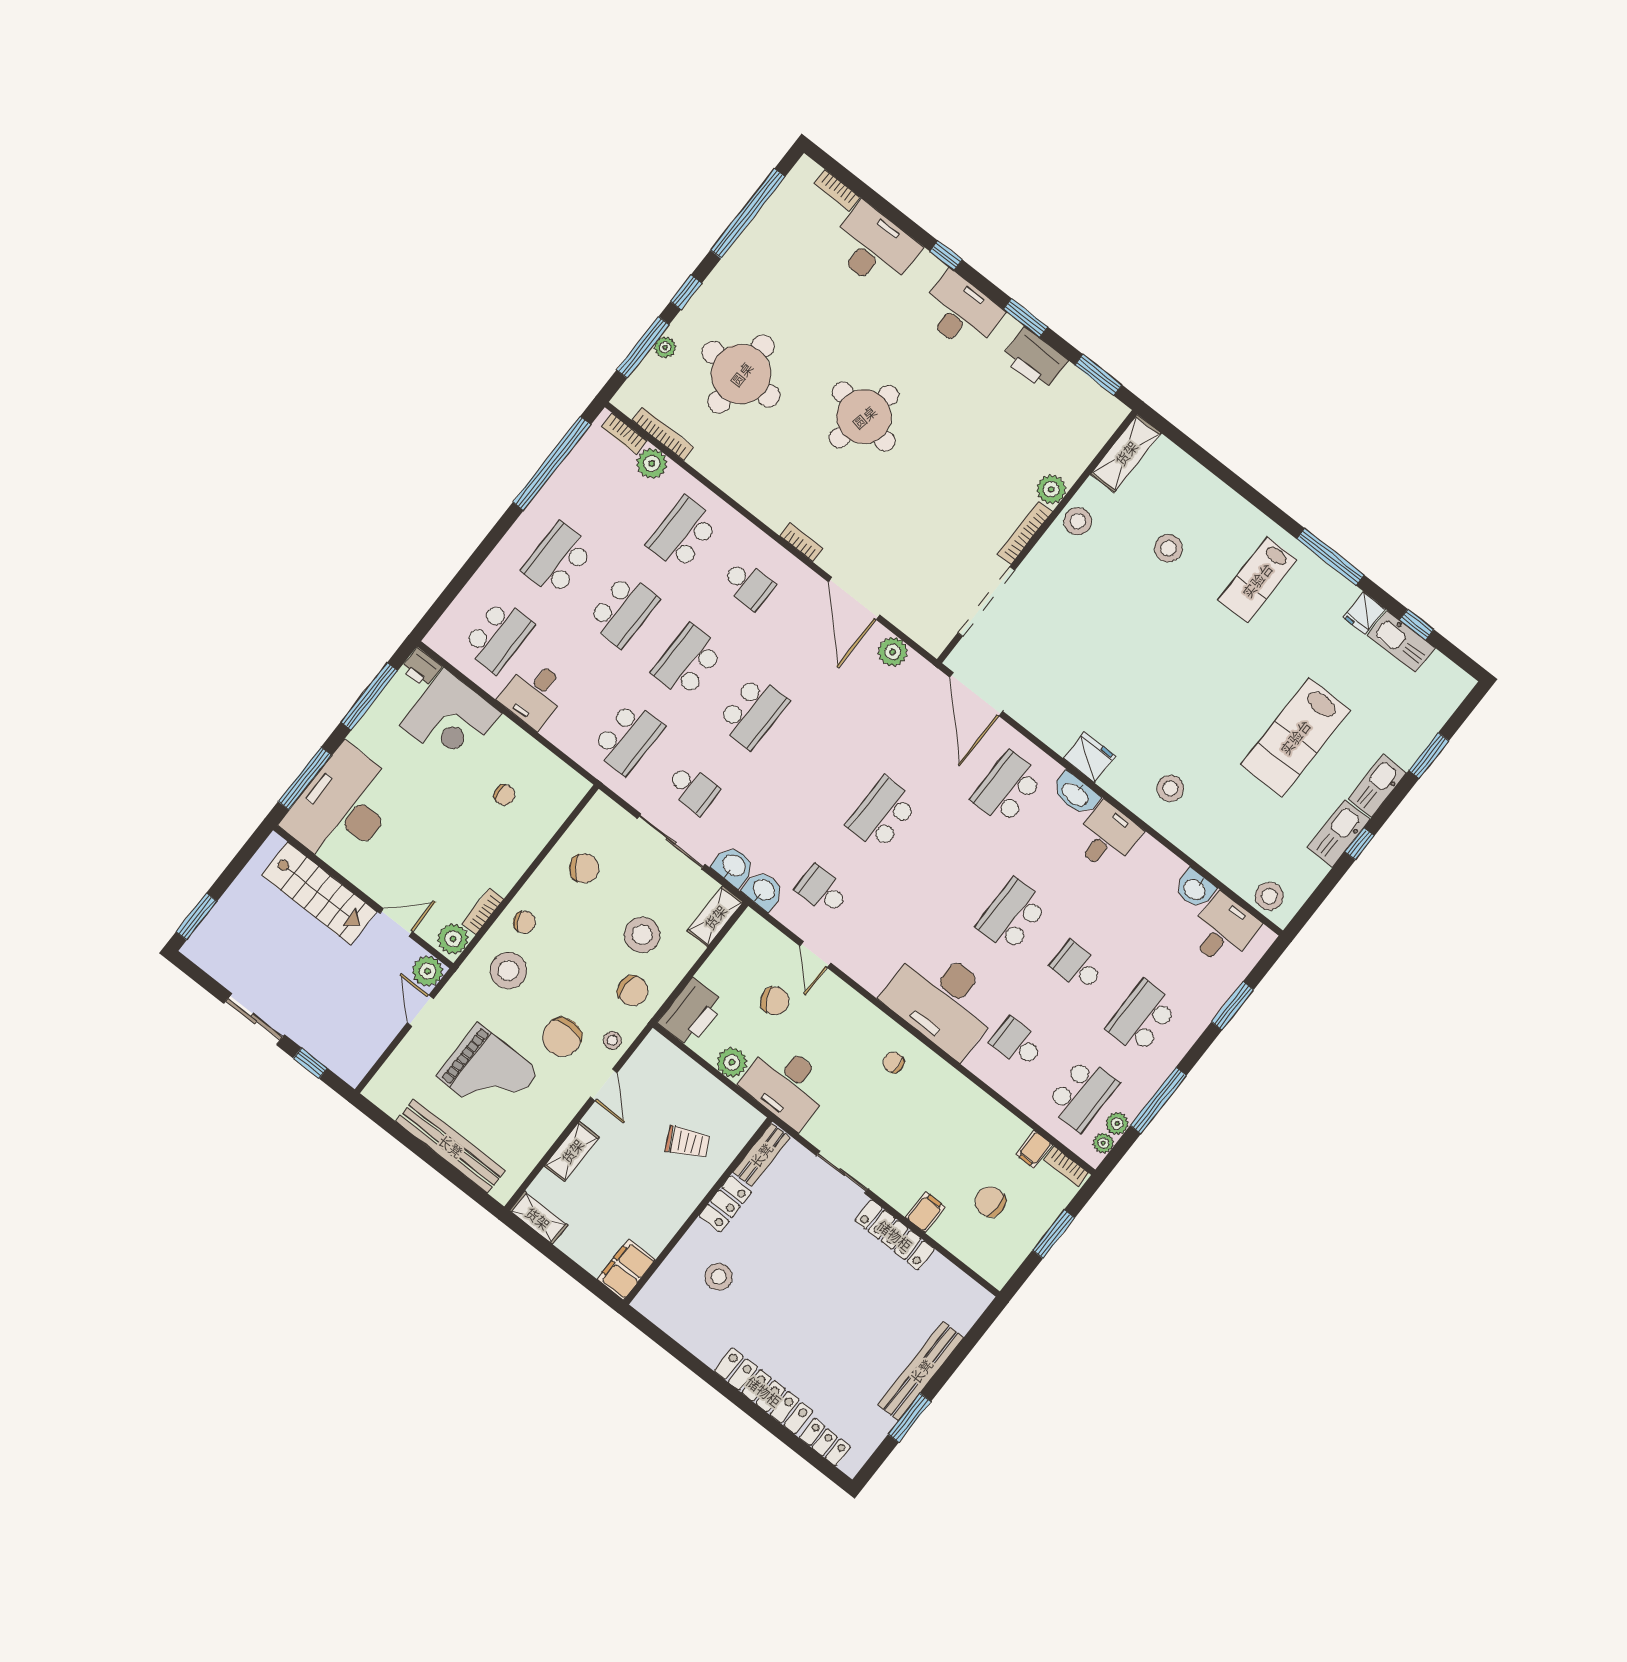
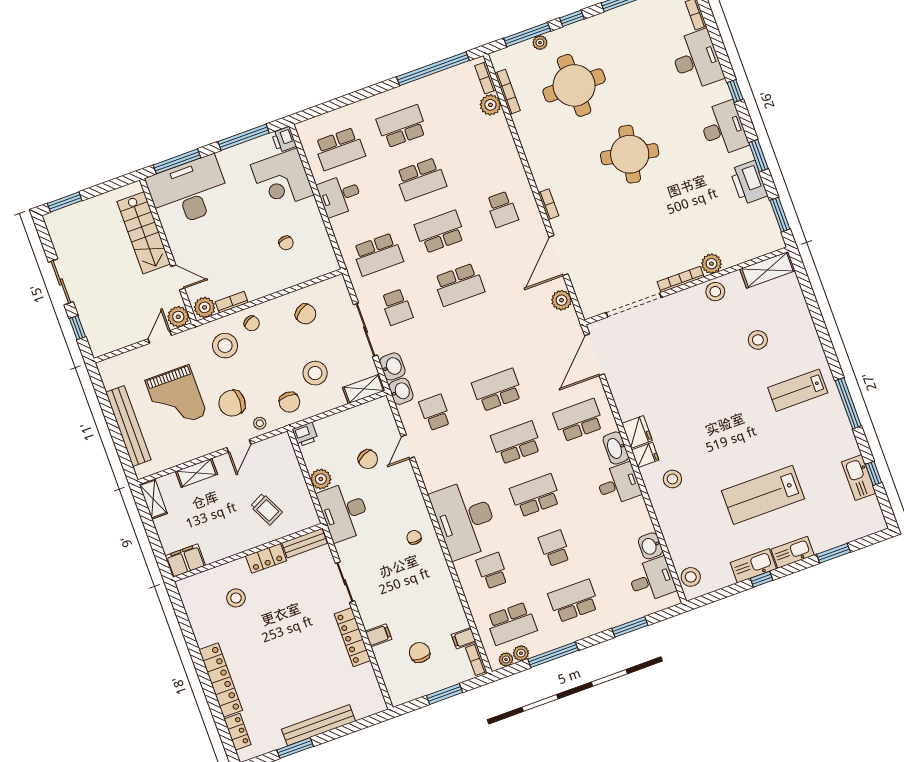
school desk: (683, 534) -> (516, 443), moved
fridge: (1364, 613) -> (645, 455), moved, turned 180
printer: (691, 1013) -> (305, 434), width x0.53, depth x0.68

